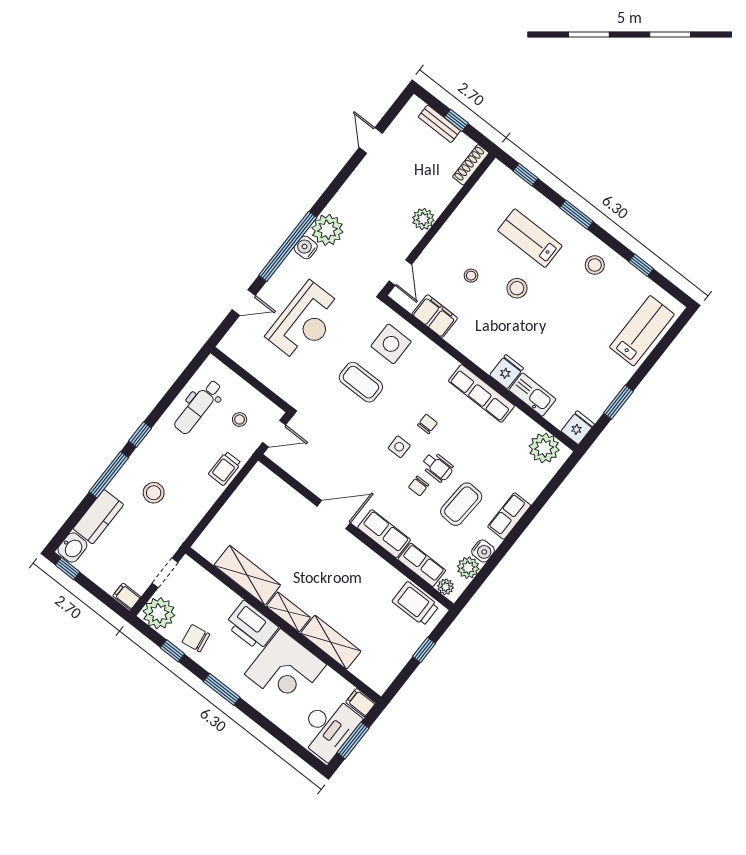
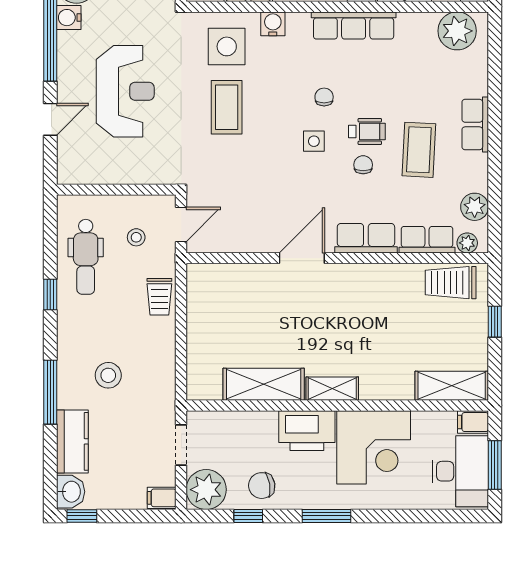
coffee table: (361, 382) -> (227, 107), turned 90
window: (140, 435) -> (50, 295), moved
chair: (419, 486) -> (363, 165), turned 180
water cooler: (483, 551) -> (273, 24), moved, turned -90
shelving: (331, 642) -> (452, 386), moved

